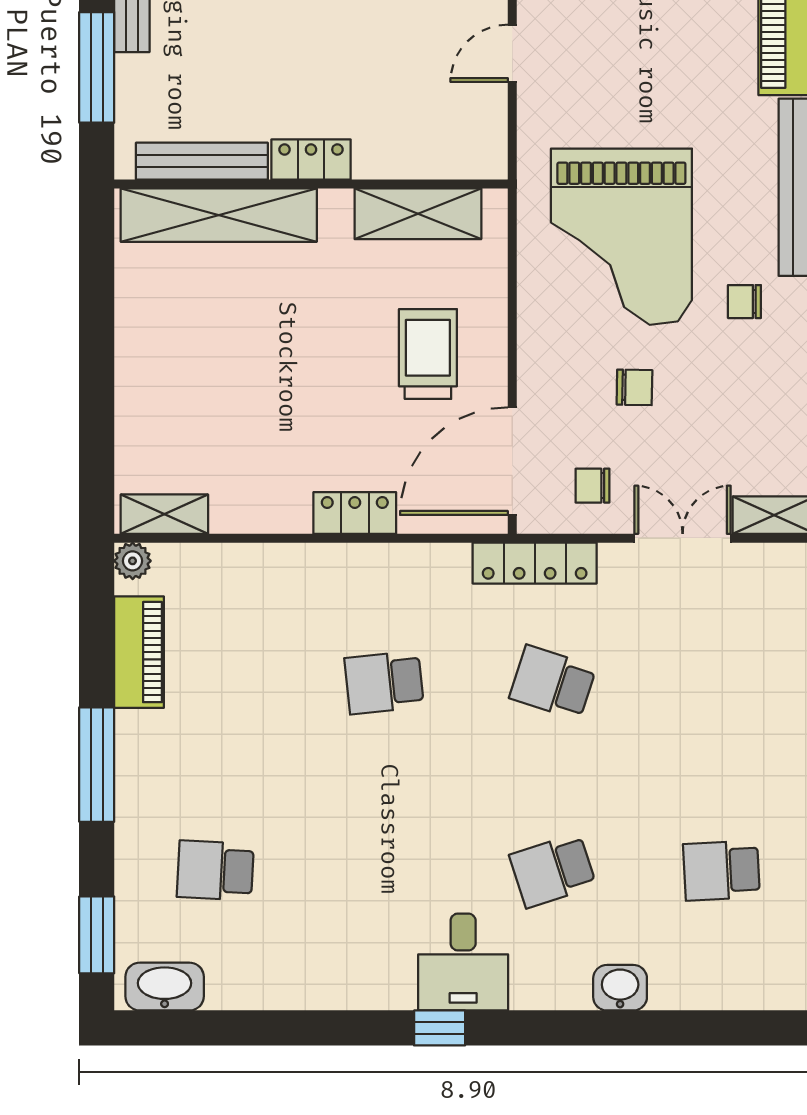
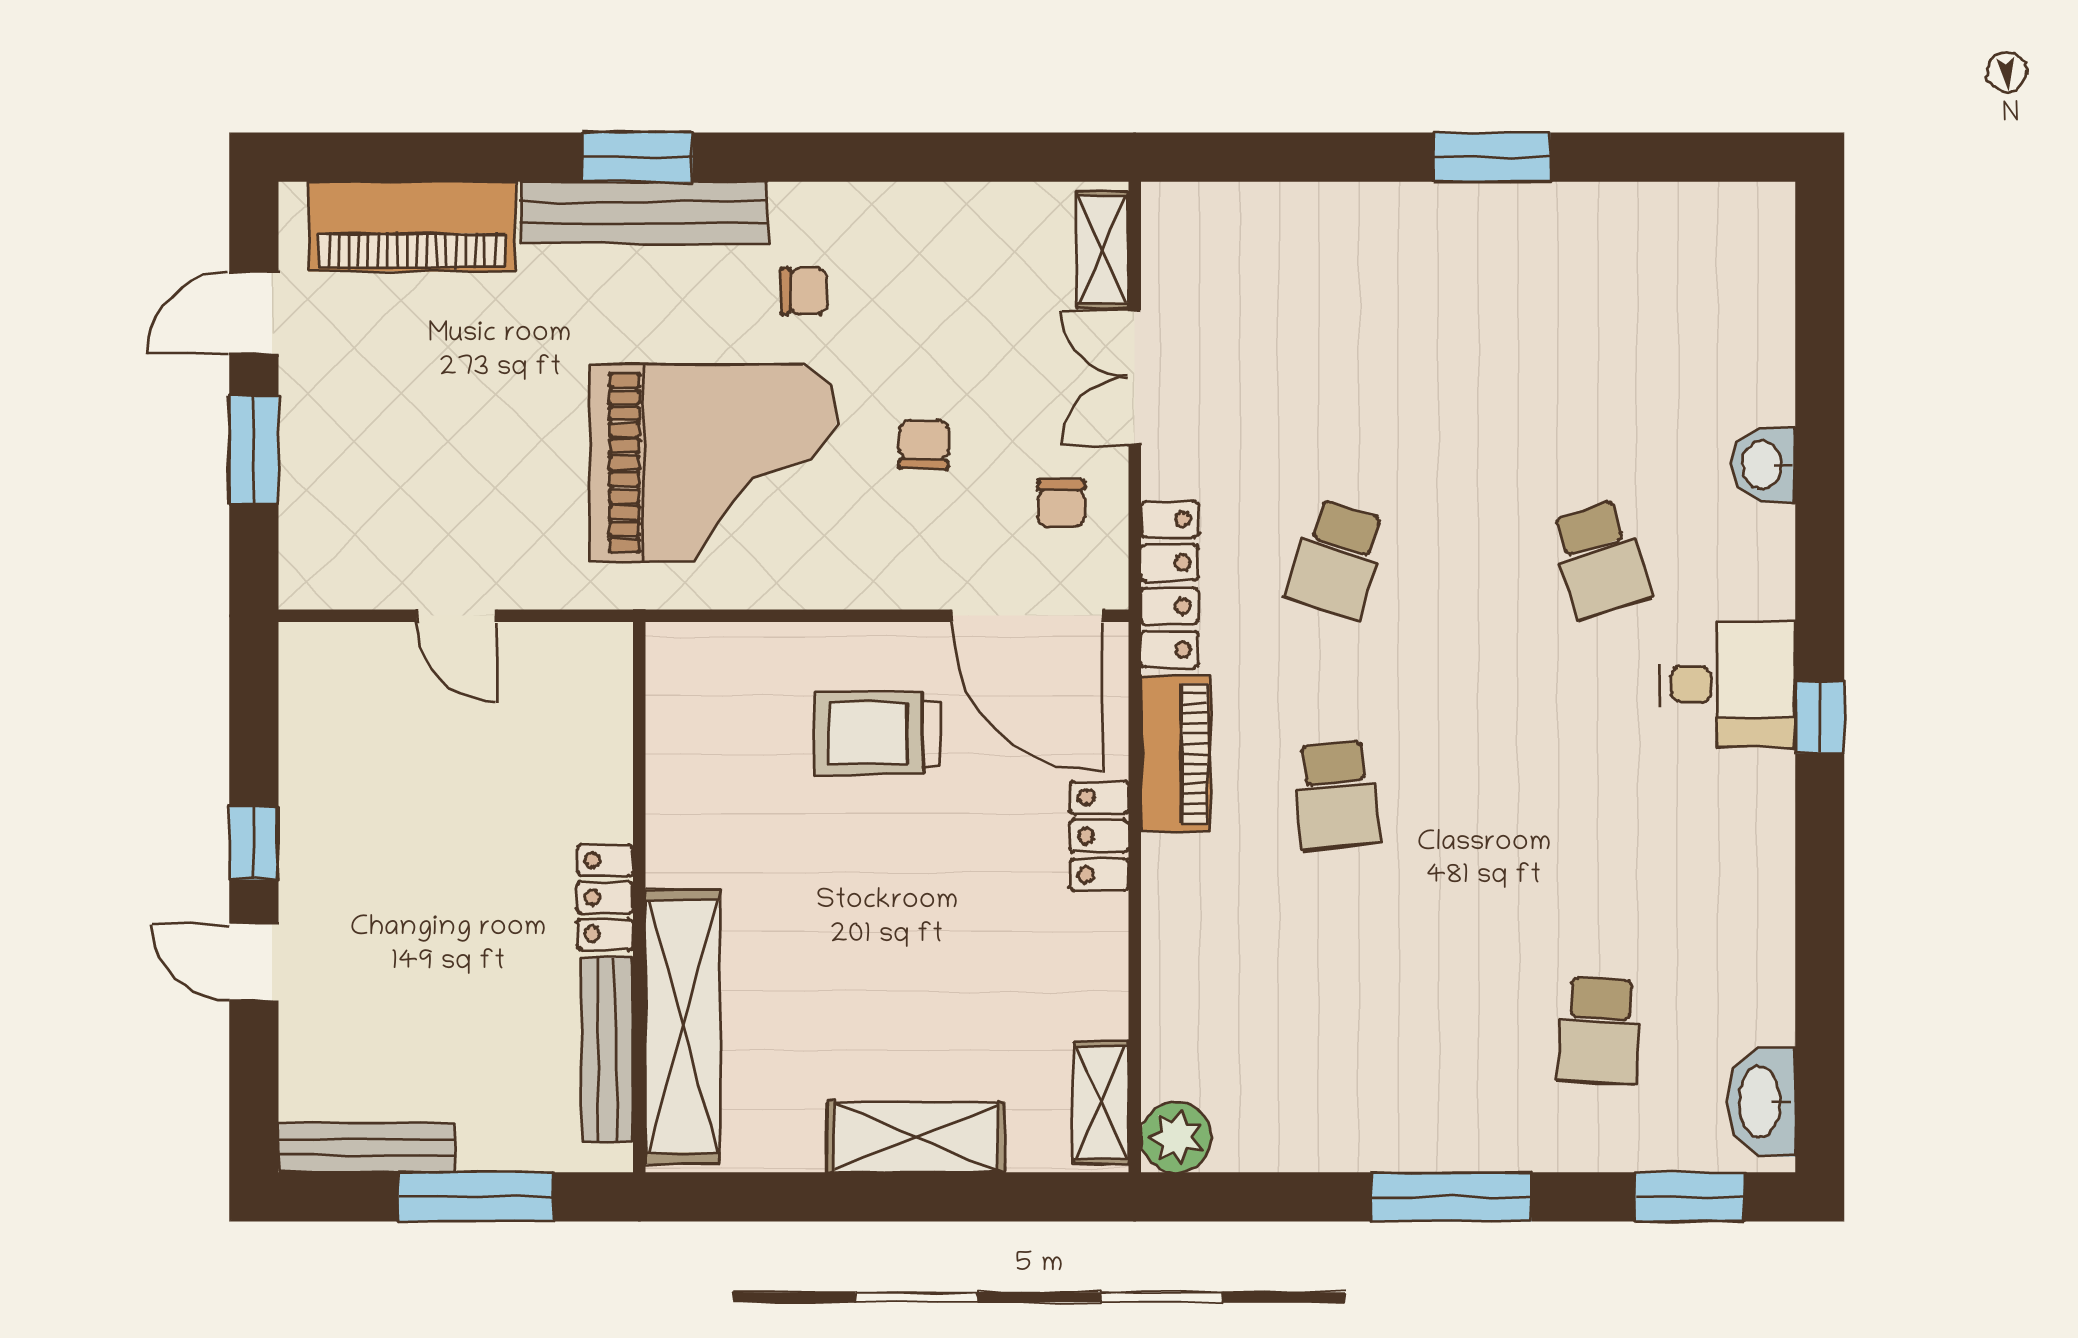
shelving: (418, 214) -> (916, 1137), moved, turned 90
chair: (744, 302) -> (804, 291), turned -90
plant: (133, 561) -> (1176, 1137), width x1.38, depth x1.38
piano: (139, 652) -> (1176, 754), moved, turned 90
school desk: (721, 870) -> (1599, 323), removed

